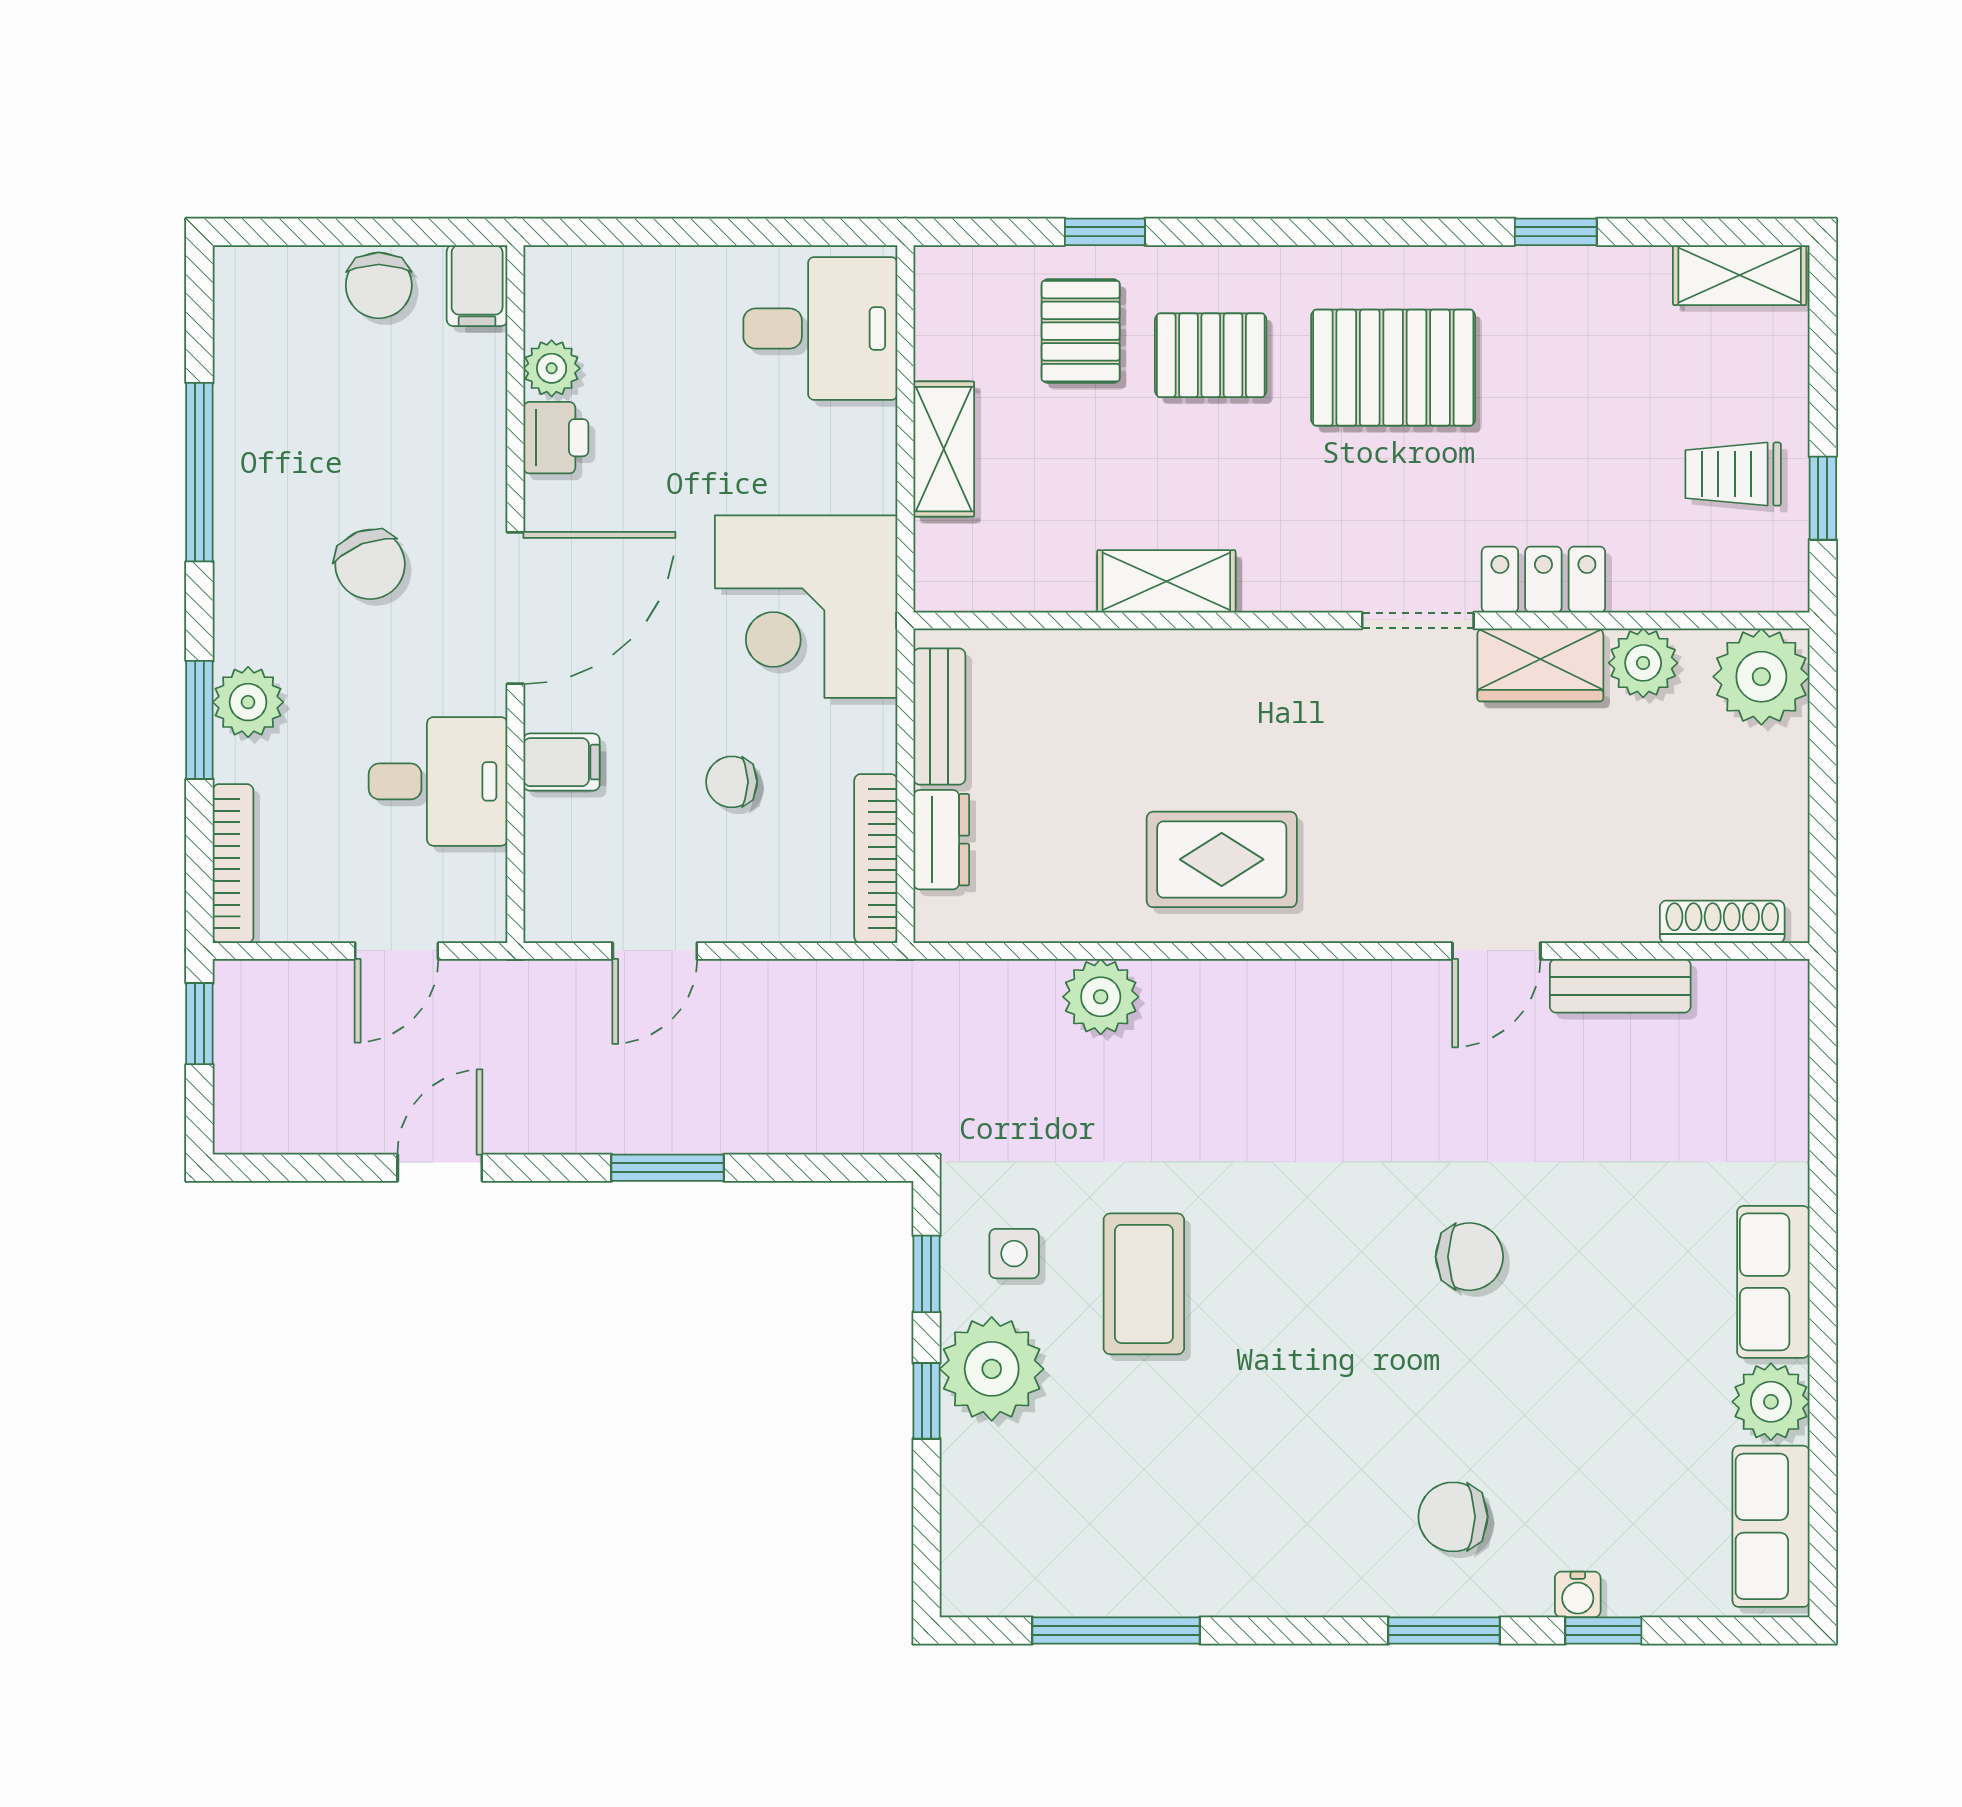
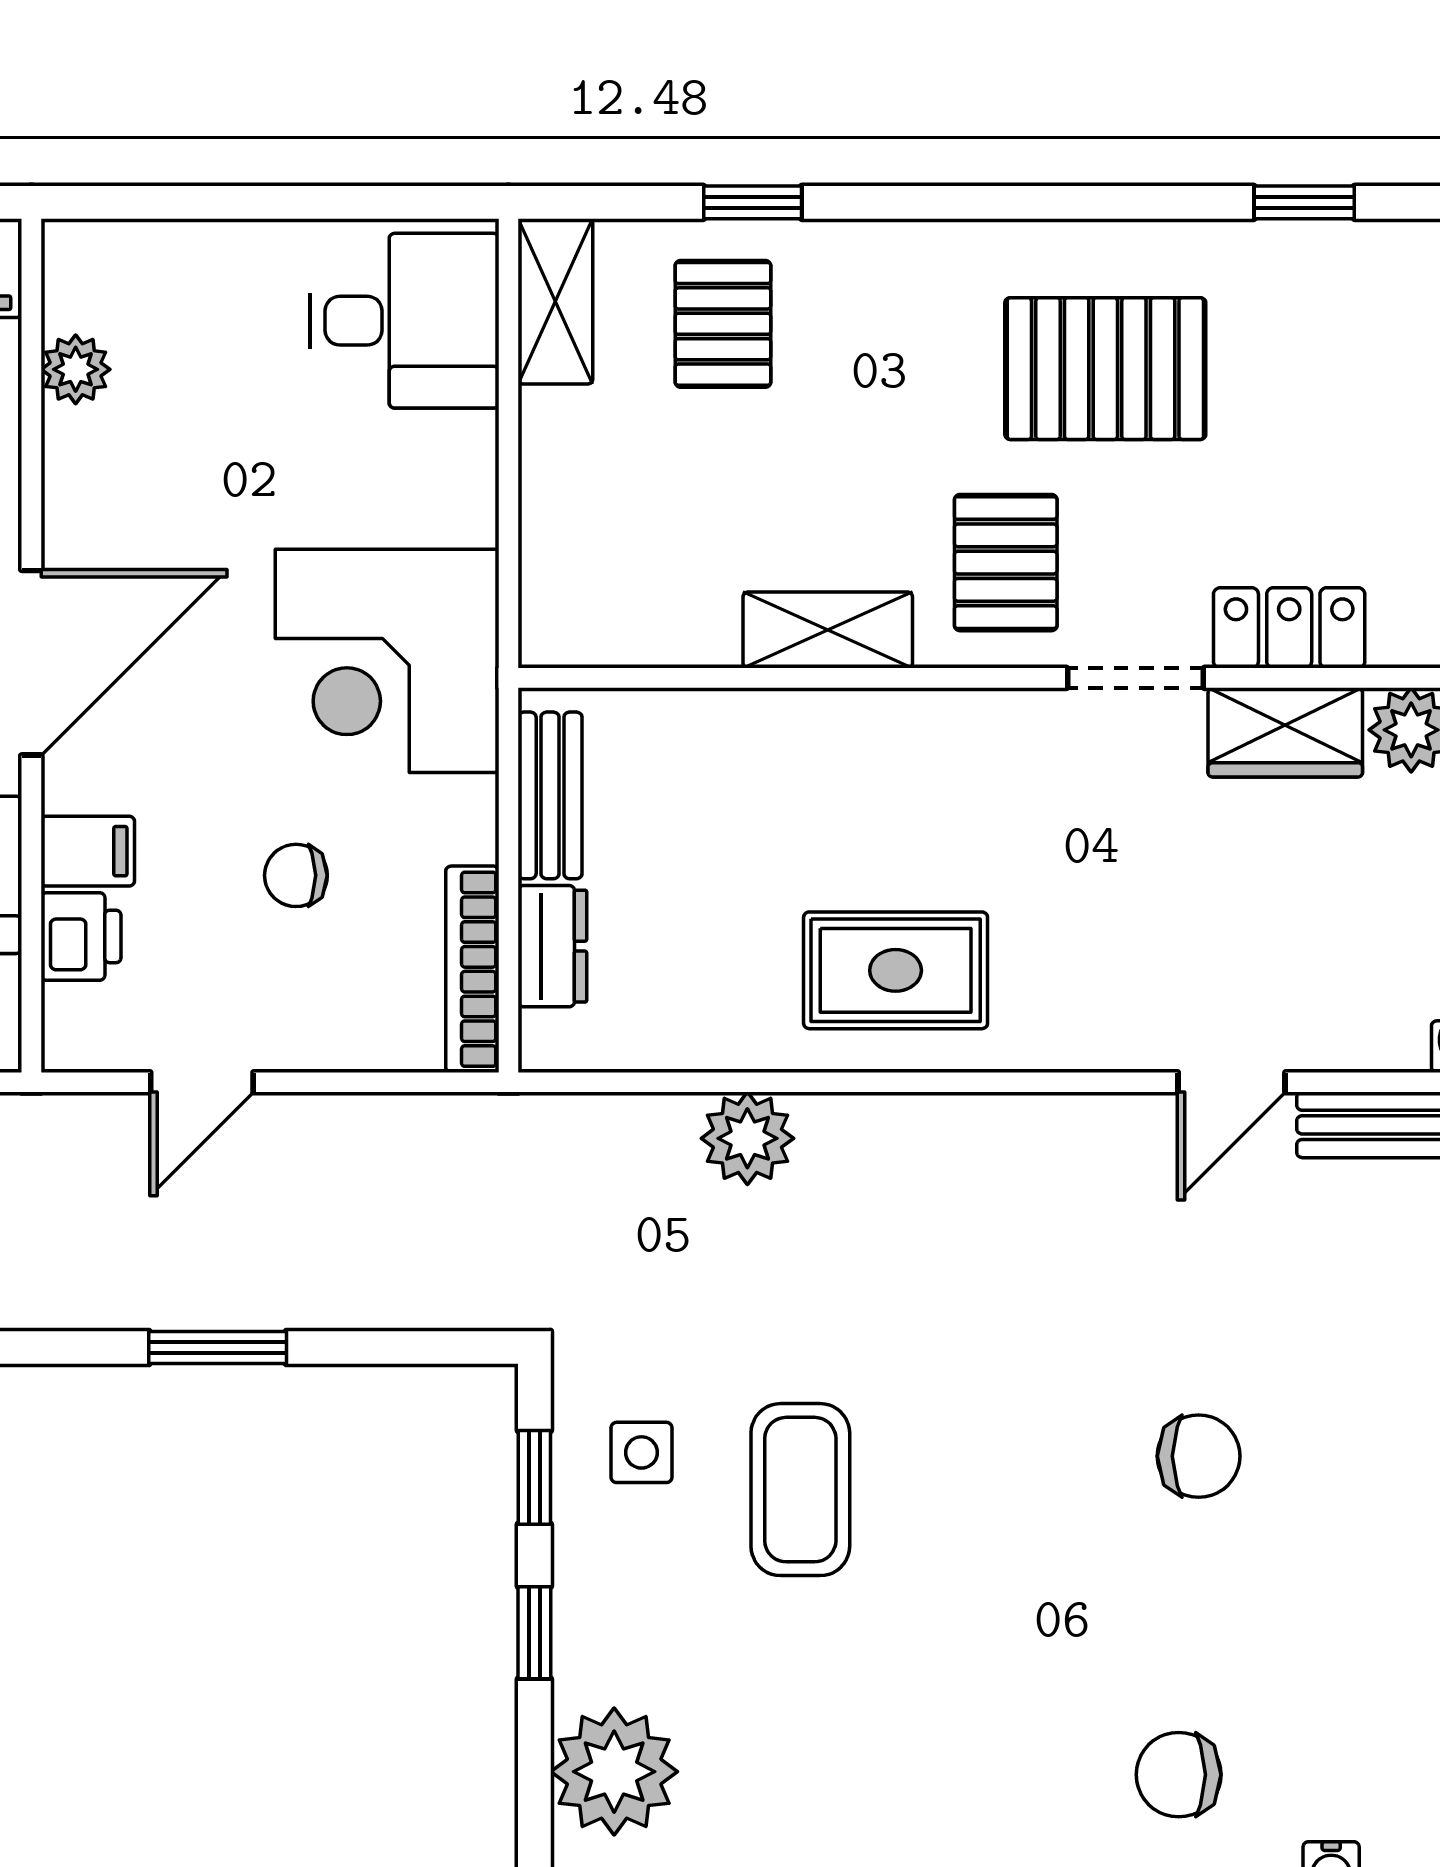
pallet: (1211, 355) -> (1006, 563), moved, turned 90
printer: (556, 438) -> (81, 936), moved
shelving: (944, 449) -> (555, 301), moved
plant: (992, 1369) -> (614, 1772), moved

